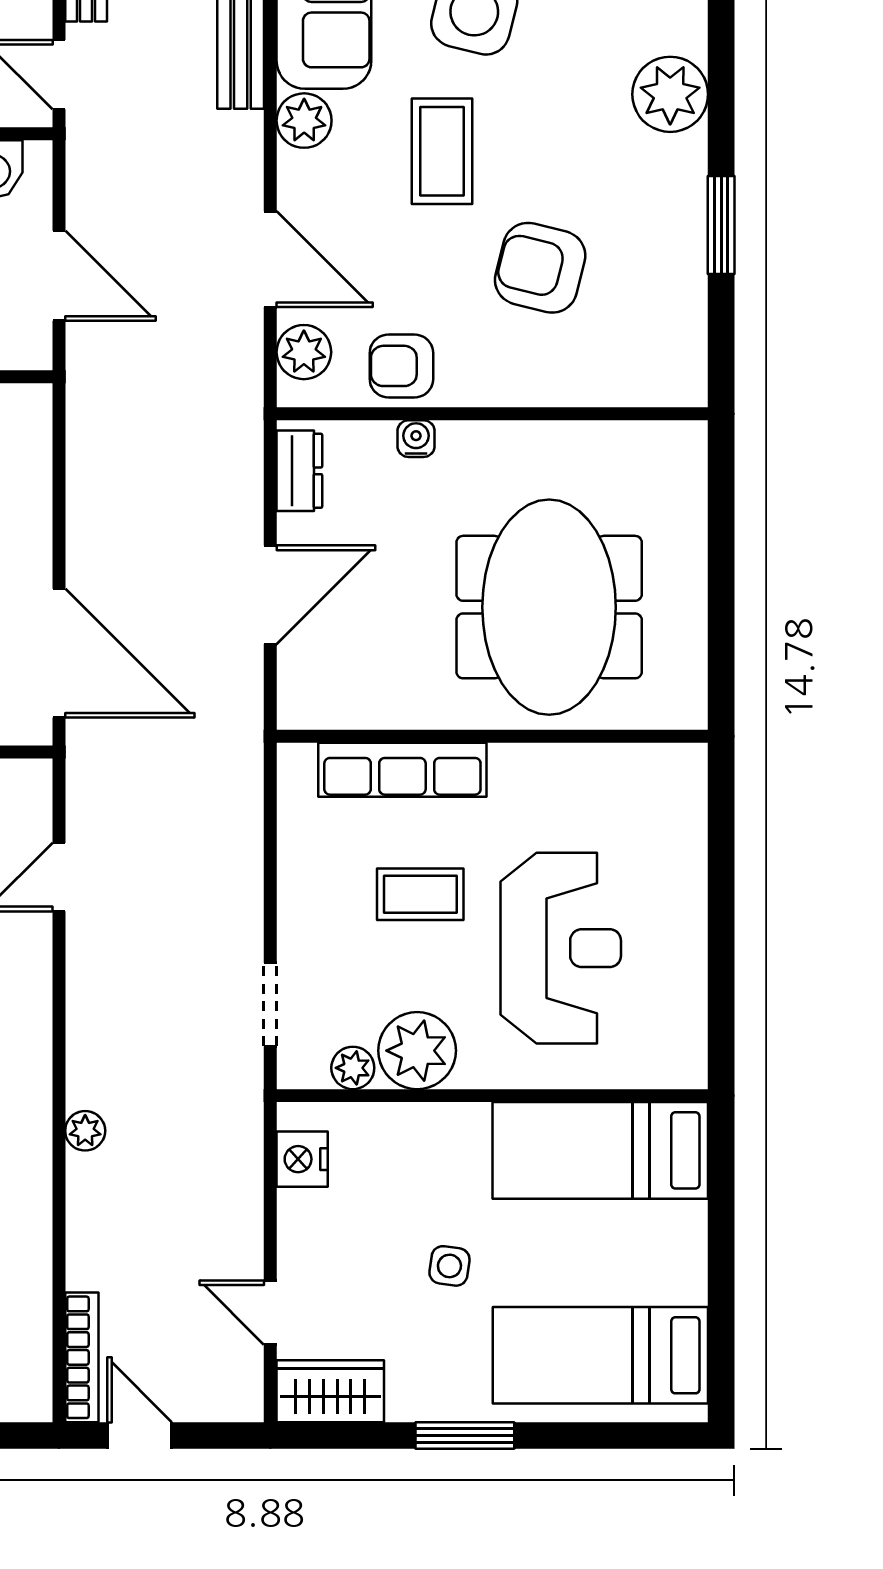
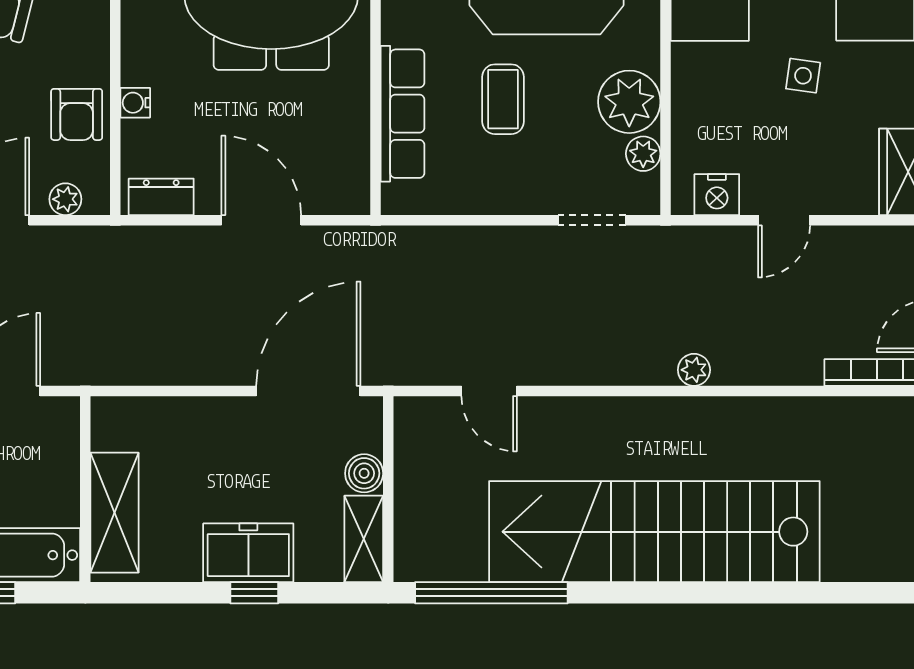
plant: (304, 352) -> (65, 199), width x0.73, depth x0.73
door: (270, 1313) -> (784, 220), moved

